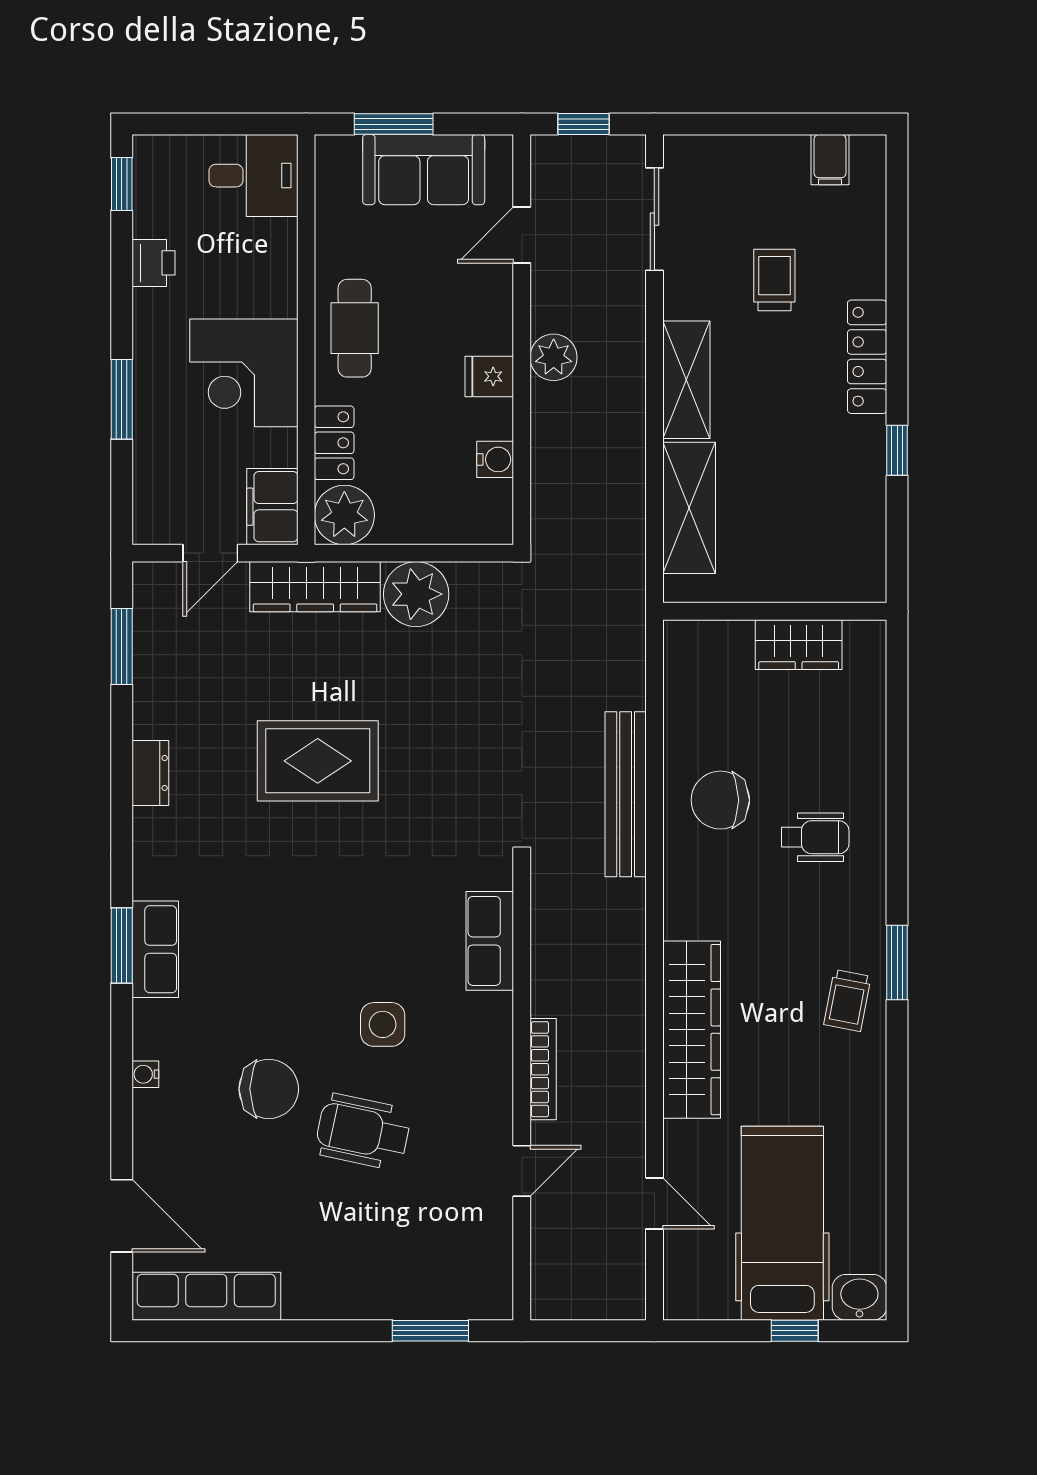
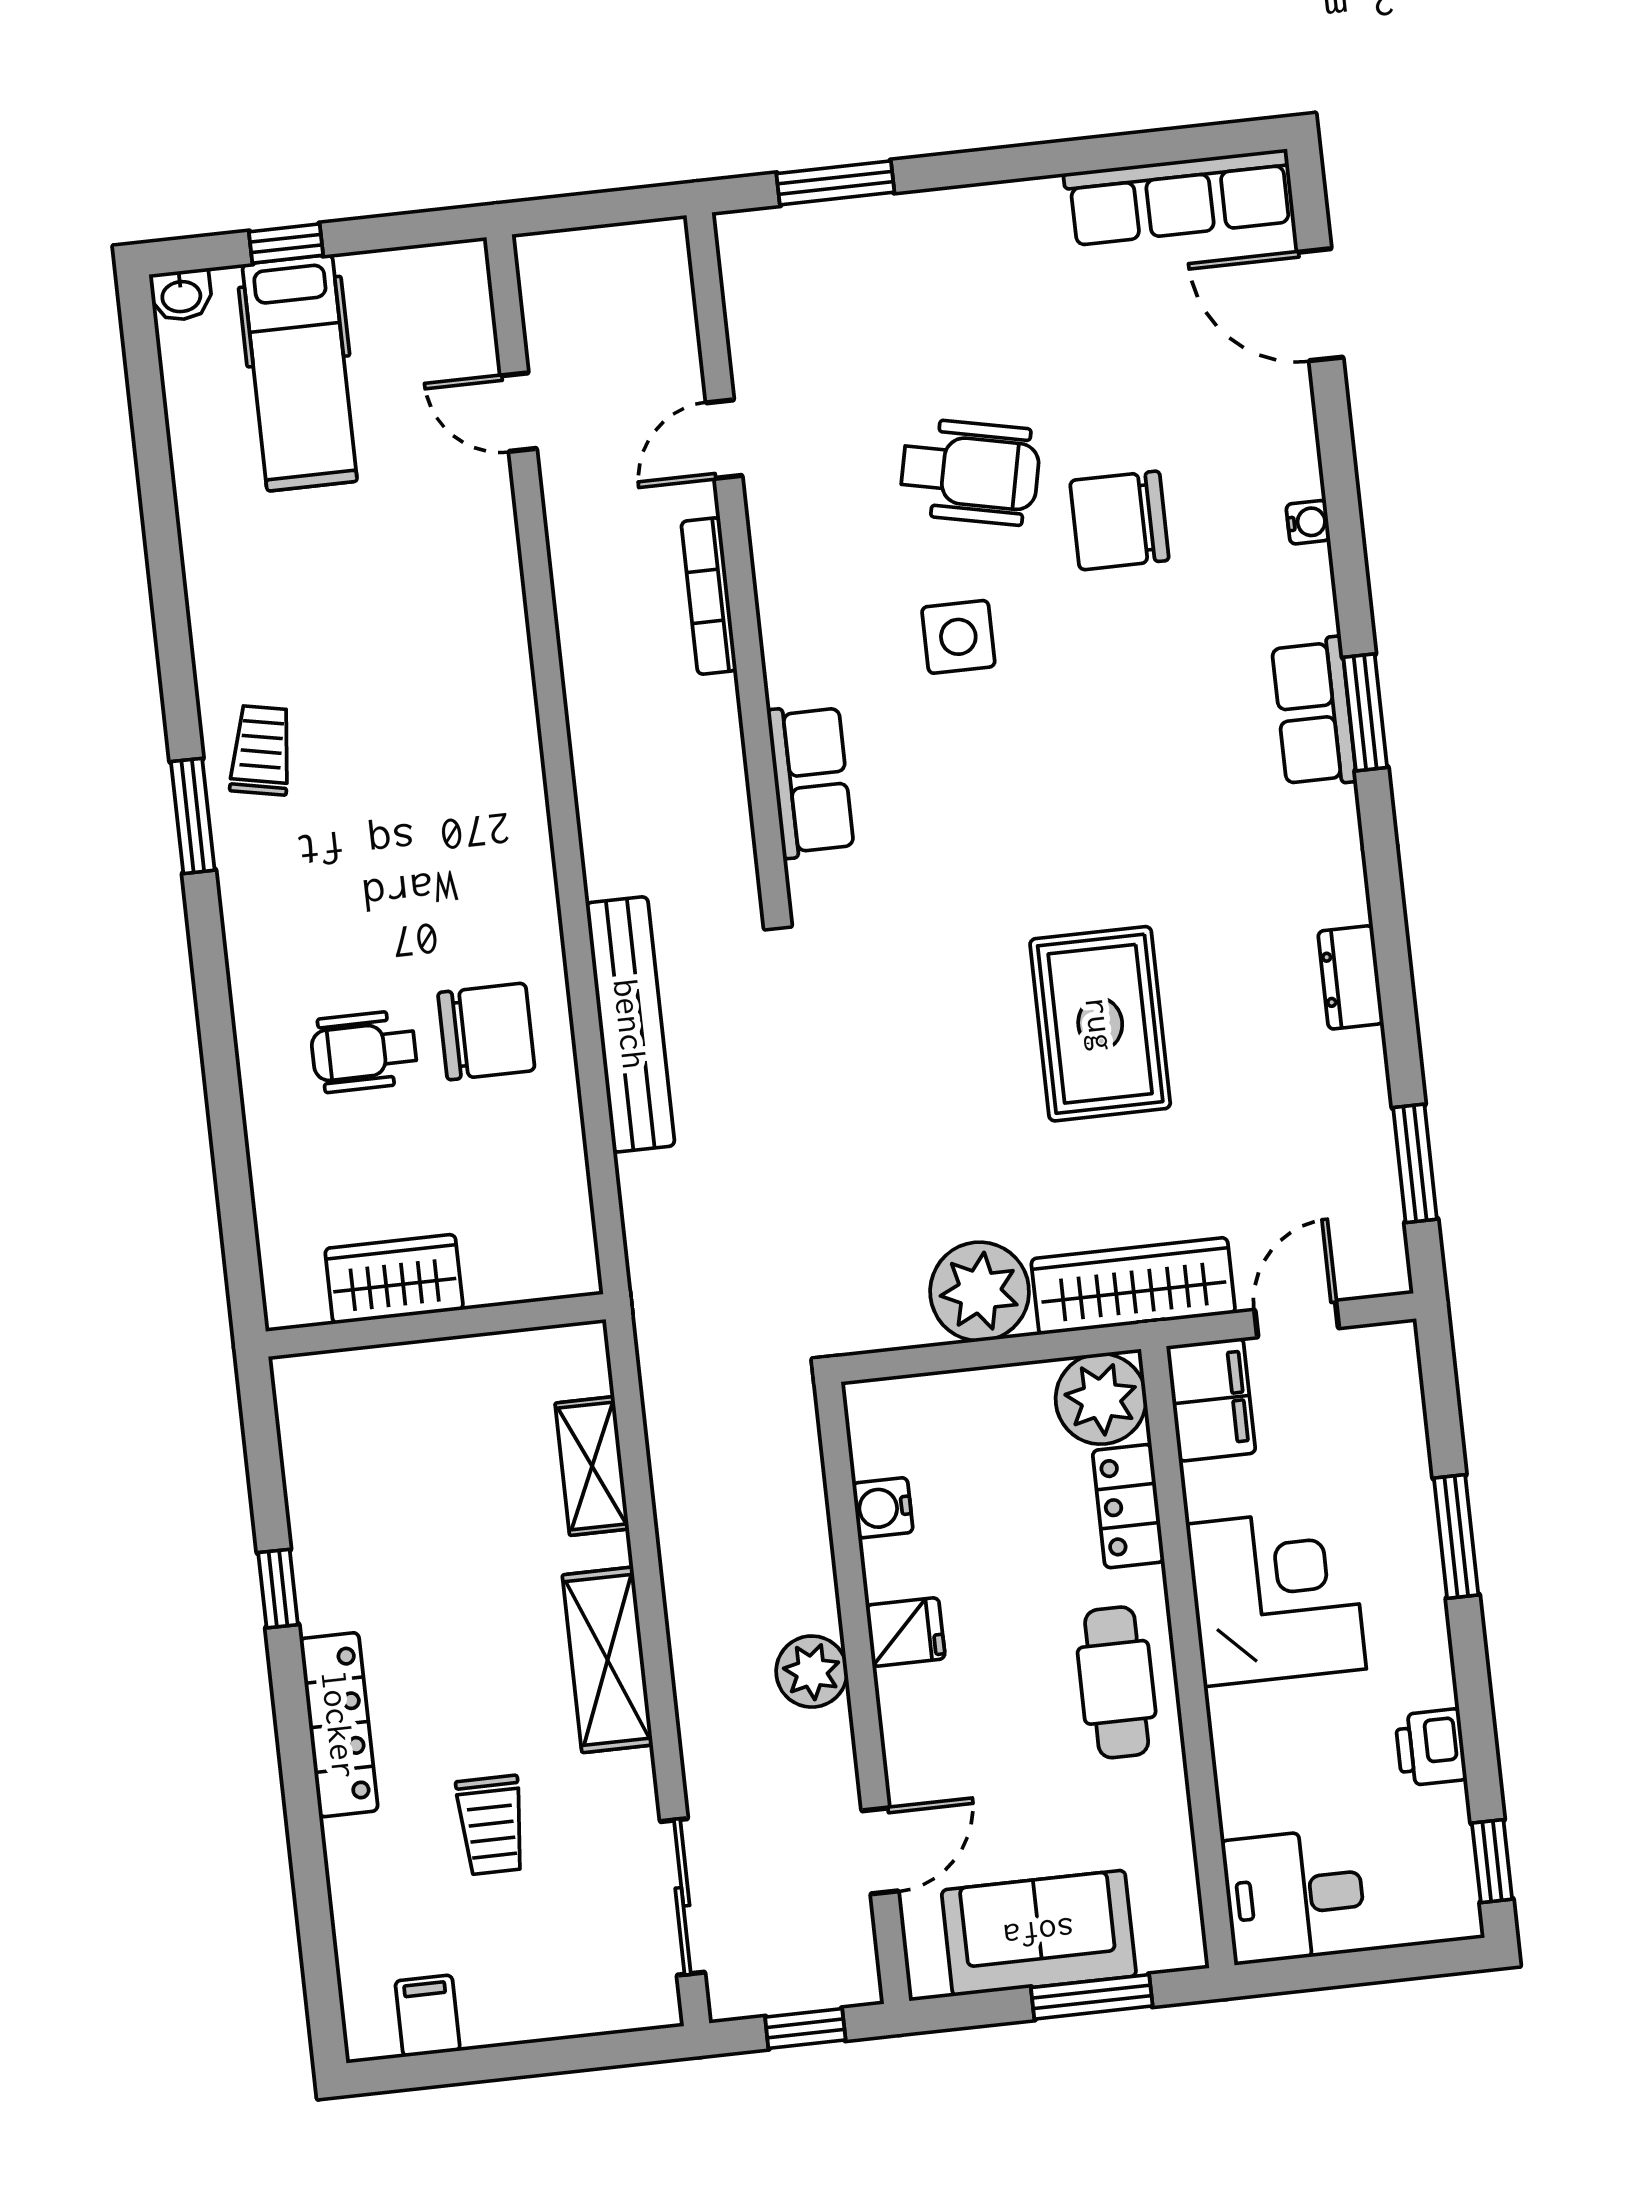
shelving: (689, 508) -> (592, 1466), width x0.67, depth x0.75
rug: (318, 761) -> (1100, 1024), turned 90
wheelchair: (815, 837) -> (364, 1051), moved
wardrobe: (692, 1030) -> (492, 680), removed
hospital bed: (782, 1223) -> (300, 373), width x0.73, depth x0.78
washbasin: (859, 1297) -> (181, 295), width x0.72, depth x0.69

